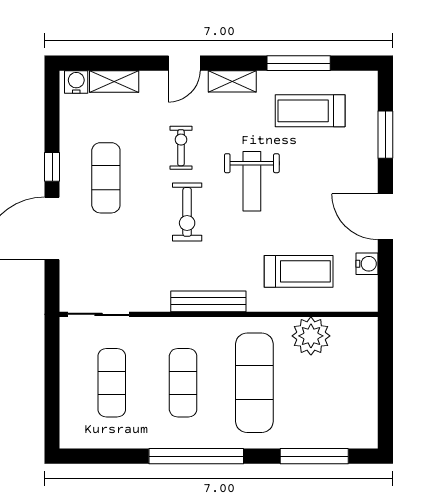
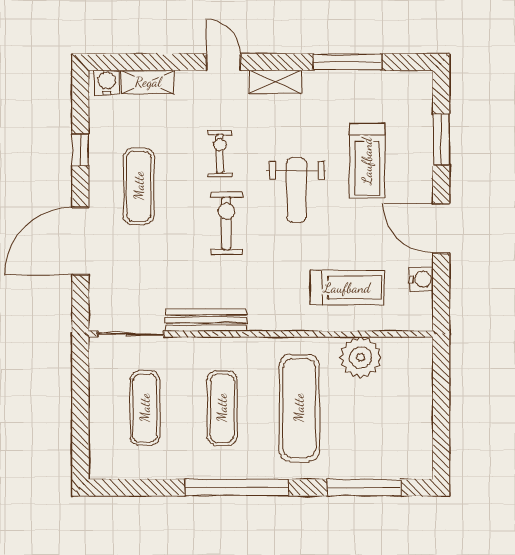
door: (184, 63) -> (223, 62), swing flipped
treadmill: (310, 111) -> (367, 161), moved, turned -90
window: (52, 167) -> (80, 150), moved
exercise bike: (187, 212) -> (227, 223), turned 180
bench: (208, 301) -> (206, 320), moved

